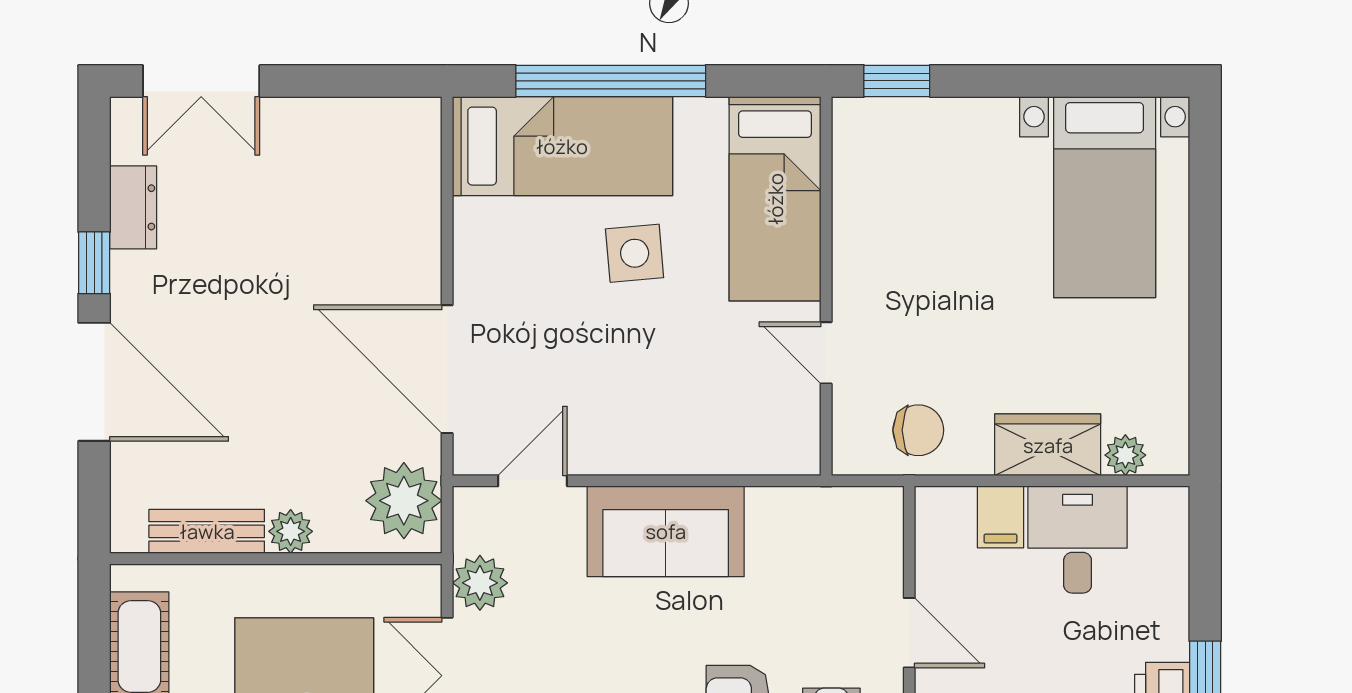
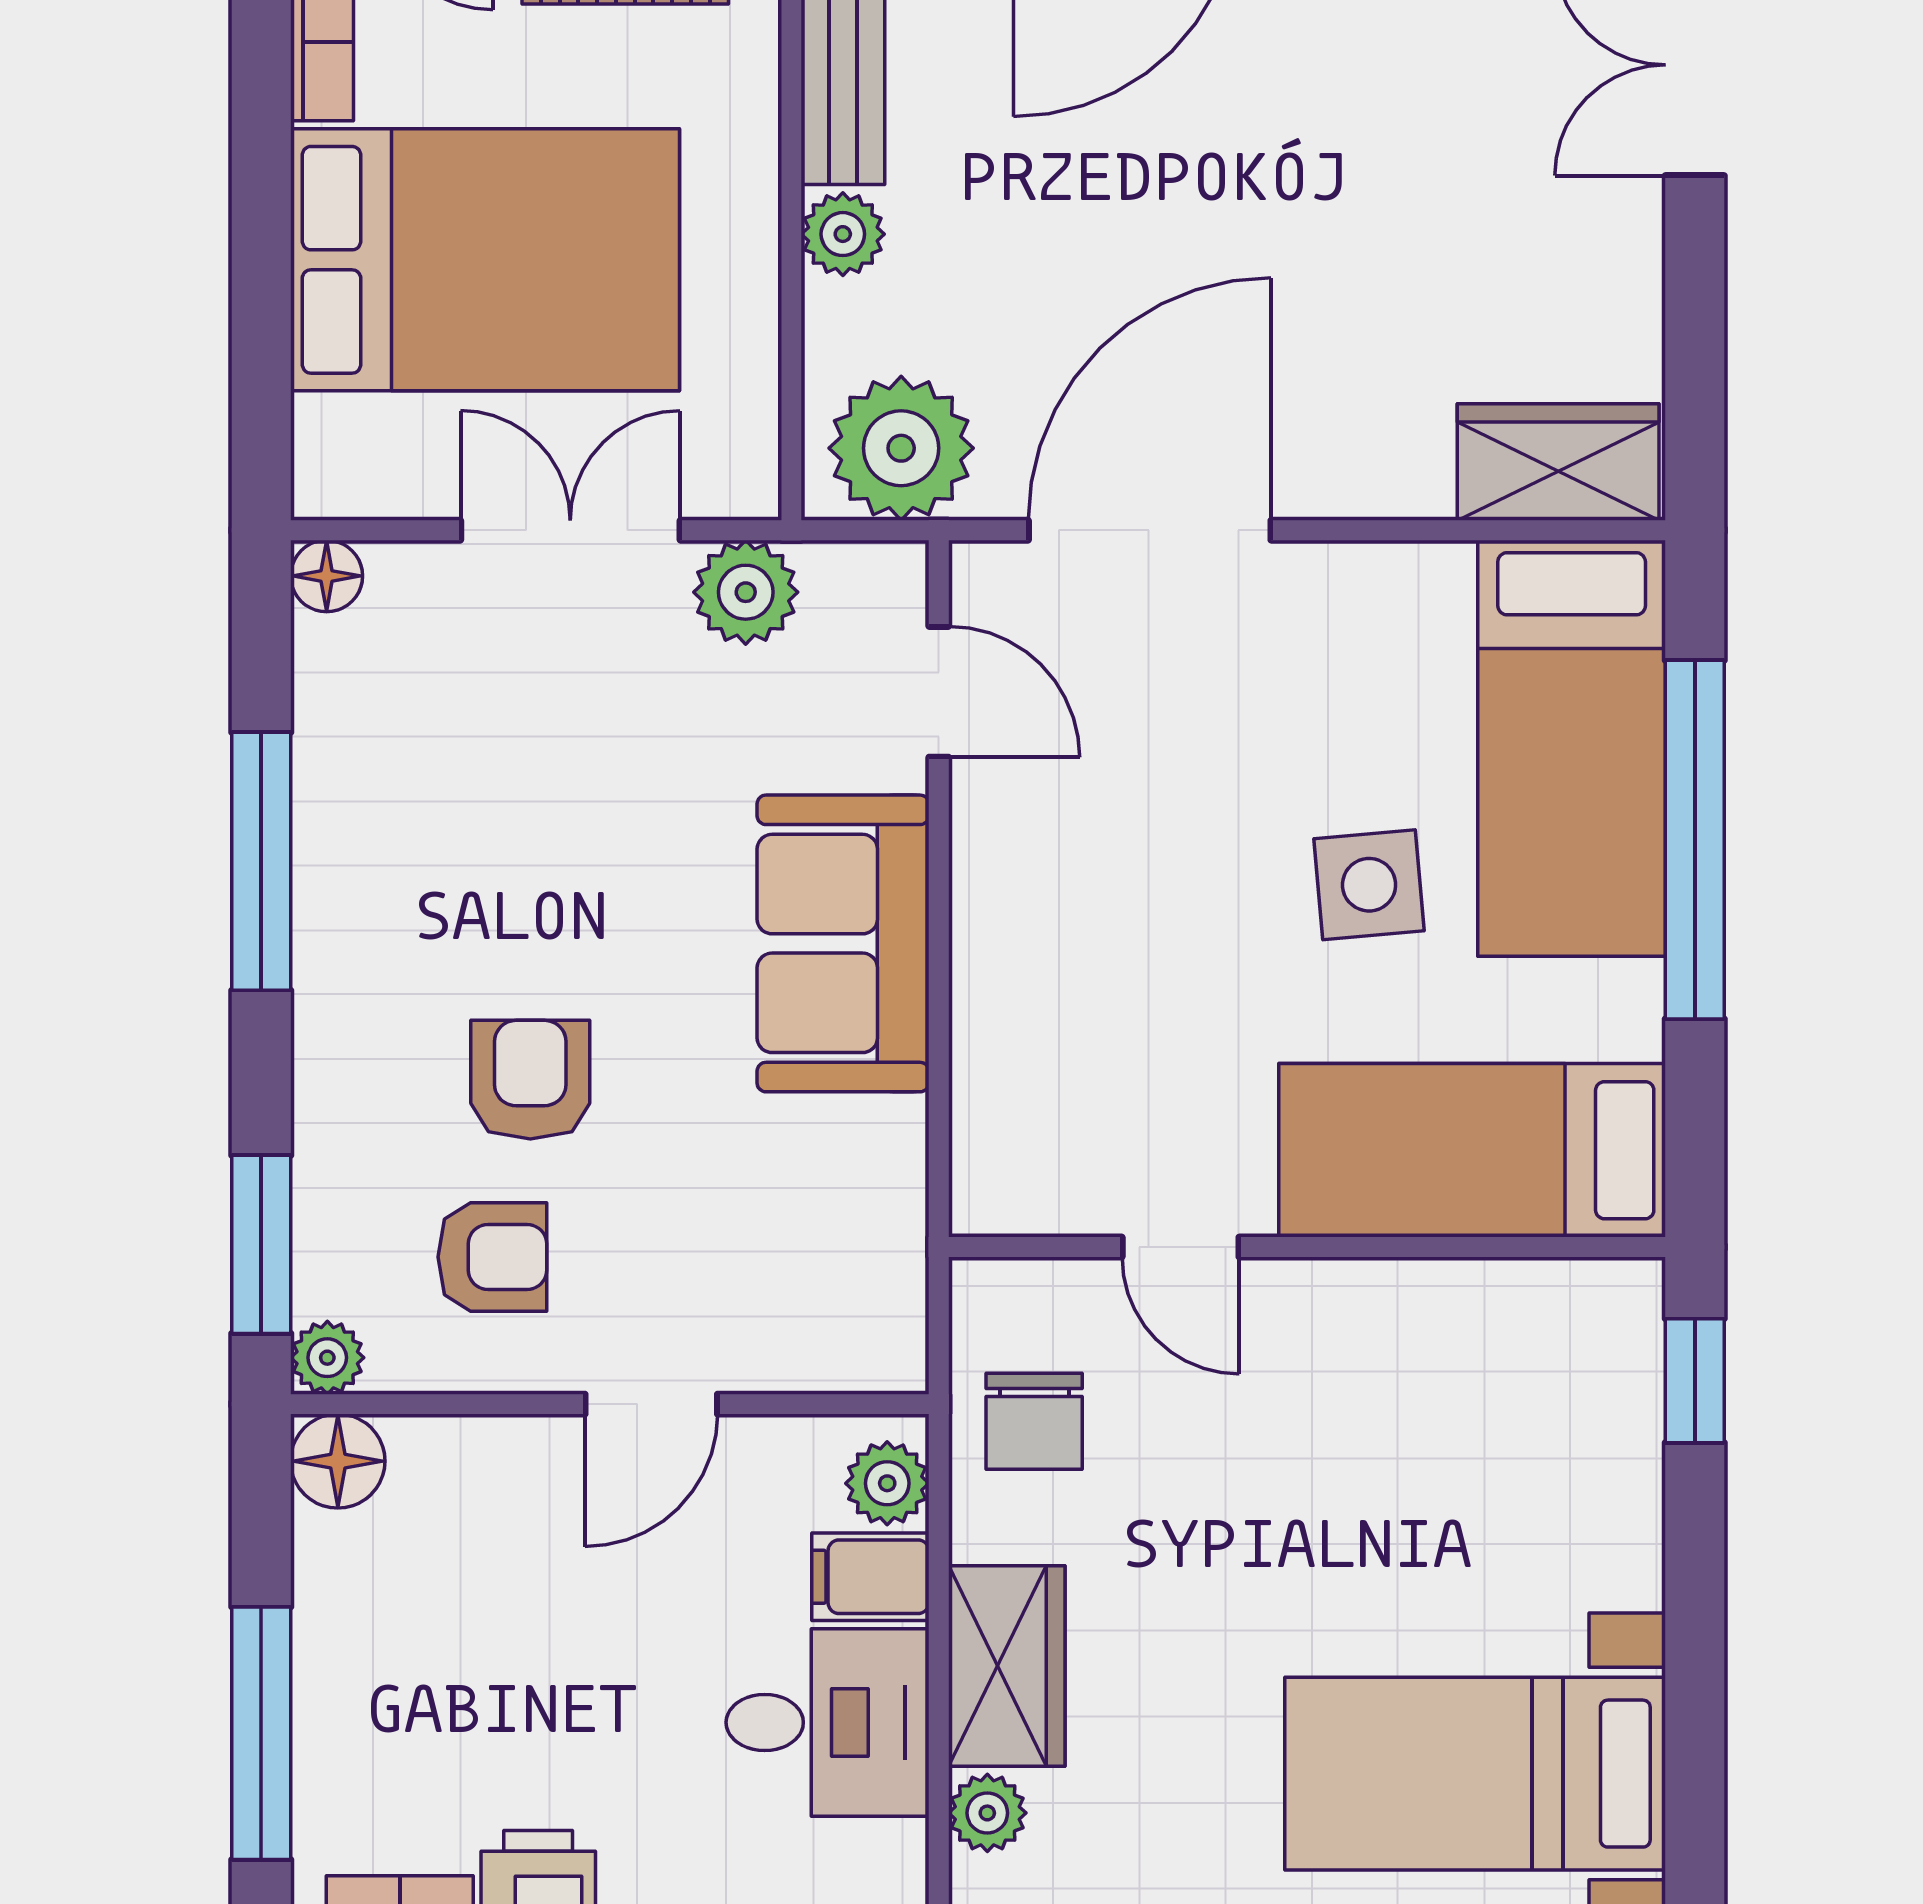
wardrobe: (411, 153) -> (1558, 462), added
door: (826, 353) -> (1181, 1247), swing flipped
plant: (951, 508) -> (887, 1483), added

